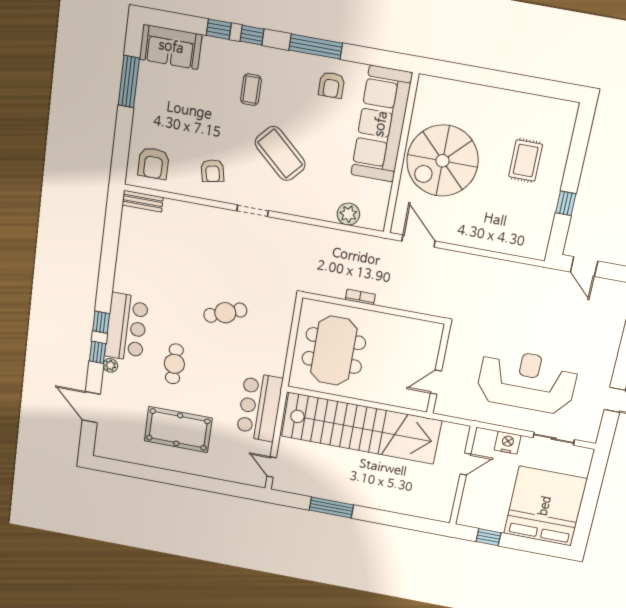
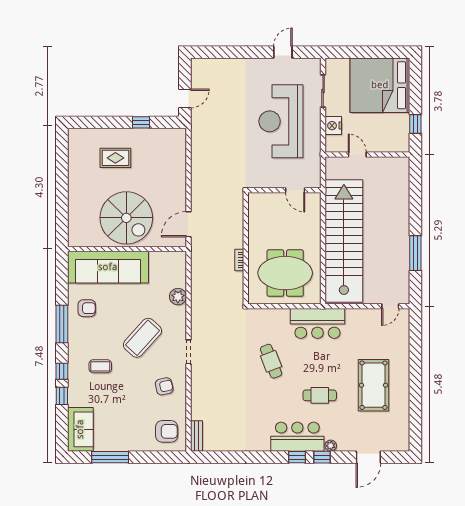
plant: (348, 214) -> (178, 297), moved
bar counter: (260, 407) -> (317, 323), moved

